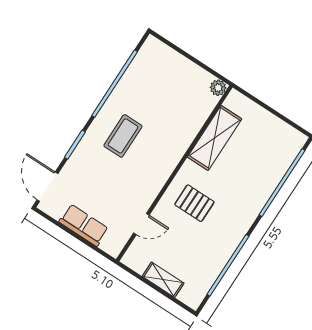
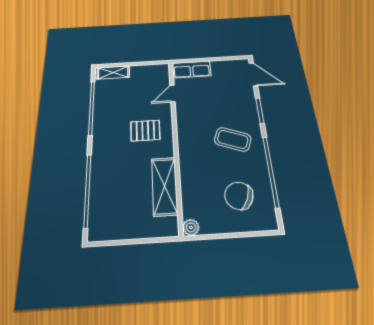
chair: (159, 84) -> (239, 196), added
coffee table: (123, 136) -> (233, 139), turned -70
row of seats: (84, 225) -> (191, 69), moved
shelving: (163, 280) -> (113, 72), moved

